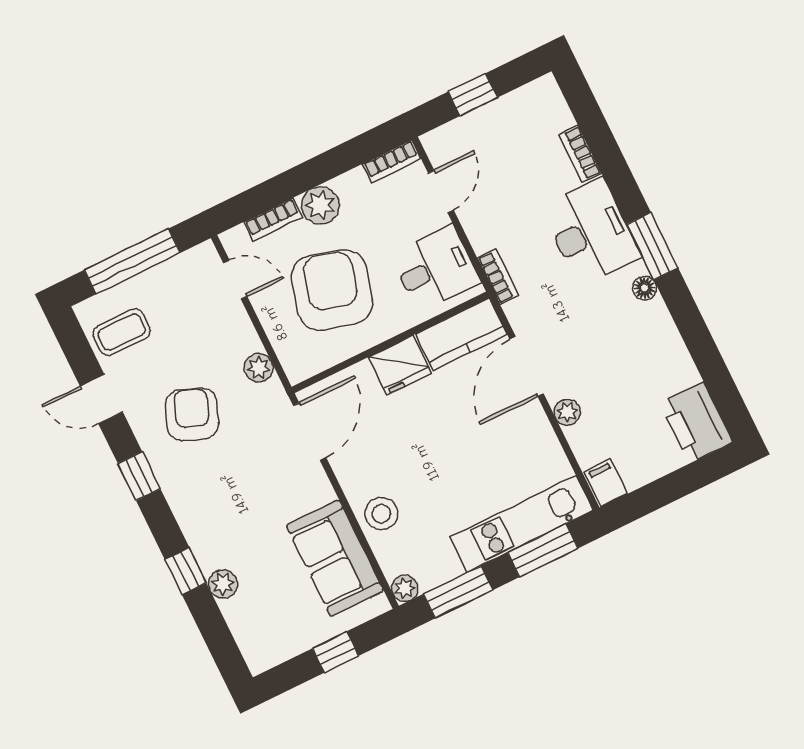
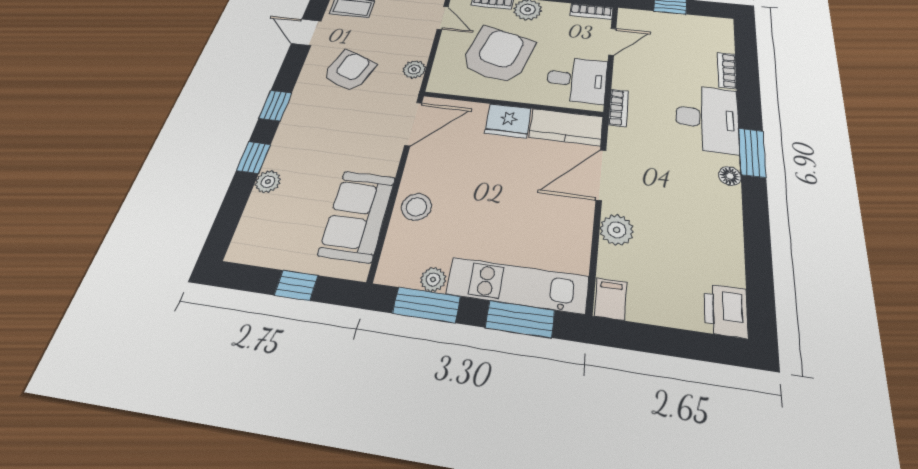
plant: (567, 412) -> (617, 230), width x1.38, depth x1.38
printer: (697, 422) -> (726, 311), width x0.73, depth x0.84
window: (139, 476) -> (275, 106), moved
plant: (405, 588) -> (433, 279), moved

